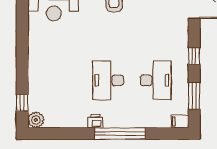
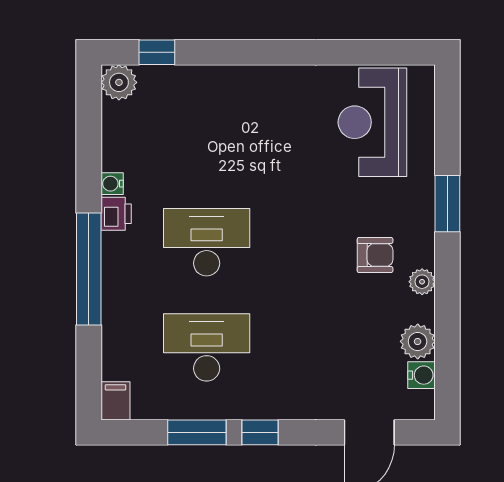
desk: (156, 80) -> (207, 347), turned 180
window: (194, 96) -> (197, 432), moved
water cooler: (82, 123) -> (112, 184), added

